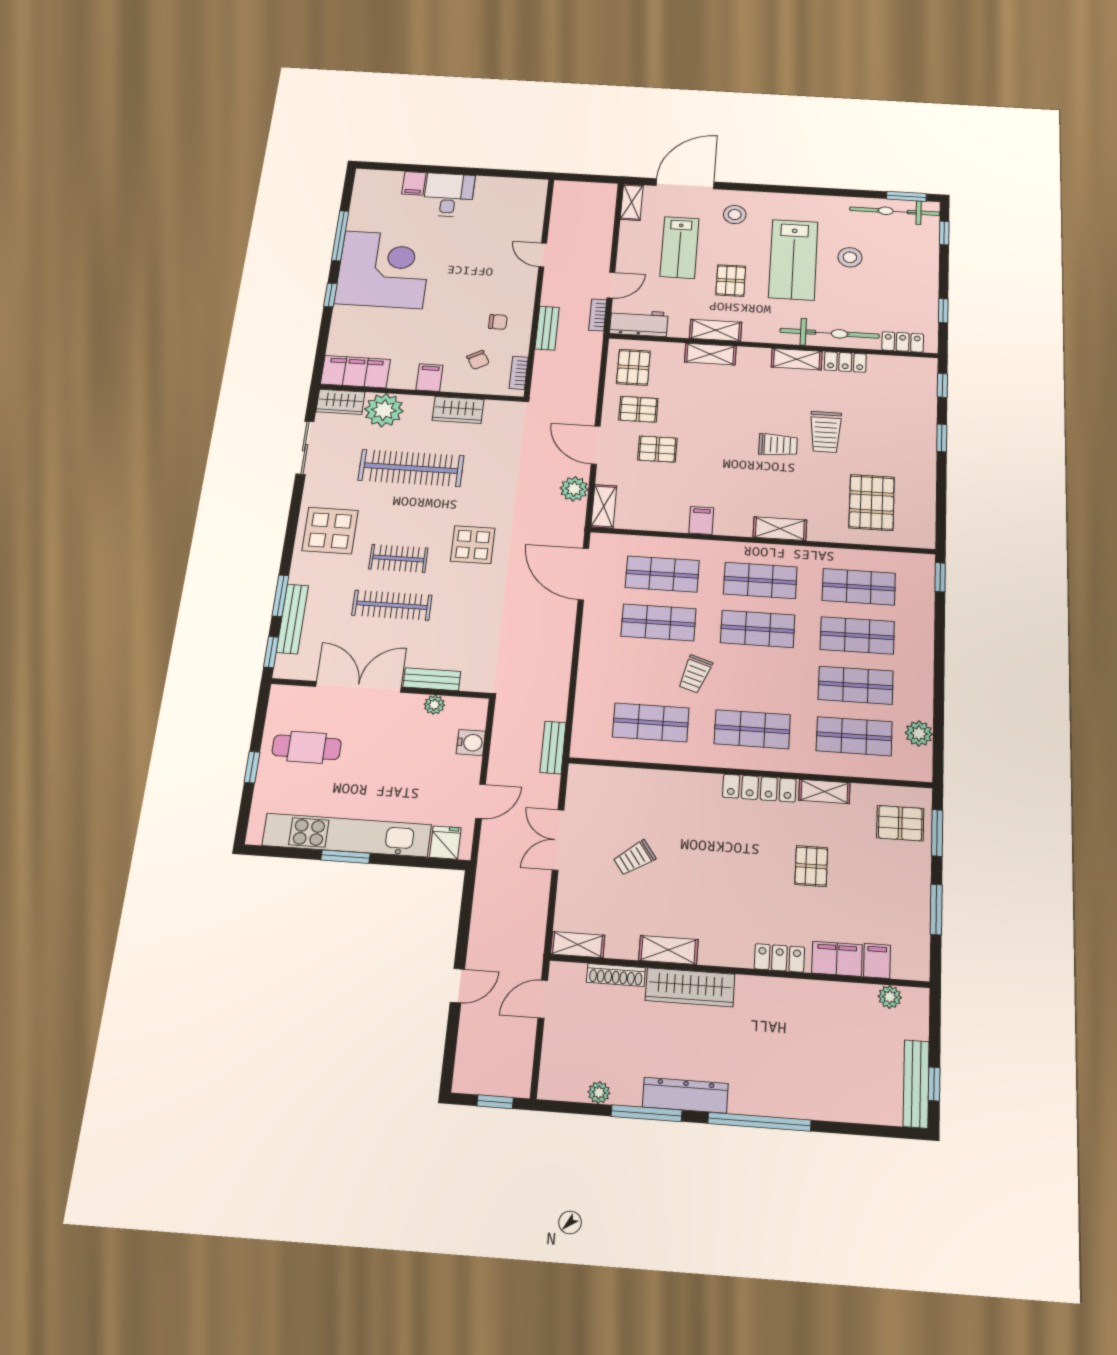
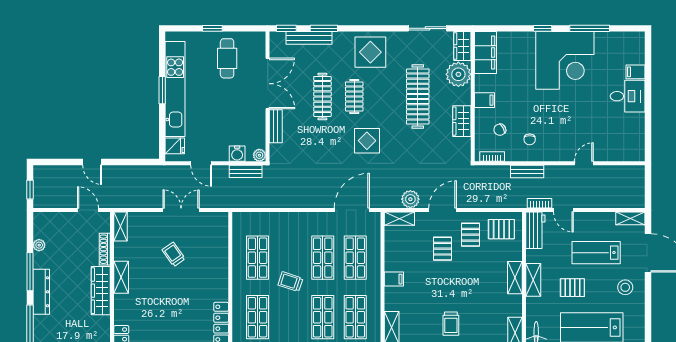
plant: (434, 705) -> (259, 155), moved
bench: (553, 747) -> (246, 171), moved

